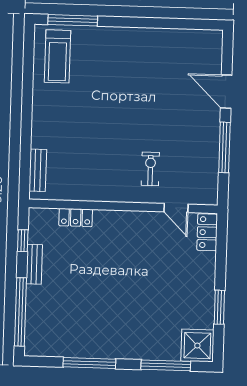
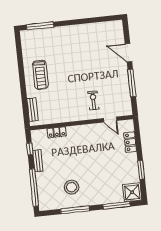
treadmill: (57, 56) -> (40, 75), moved
locker: (207, 232) -> (130, 142), moved
stool: (89, 321) -> (72, 187), added

